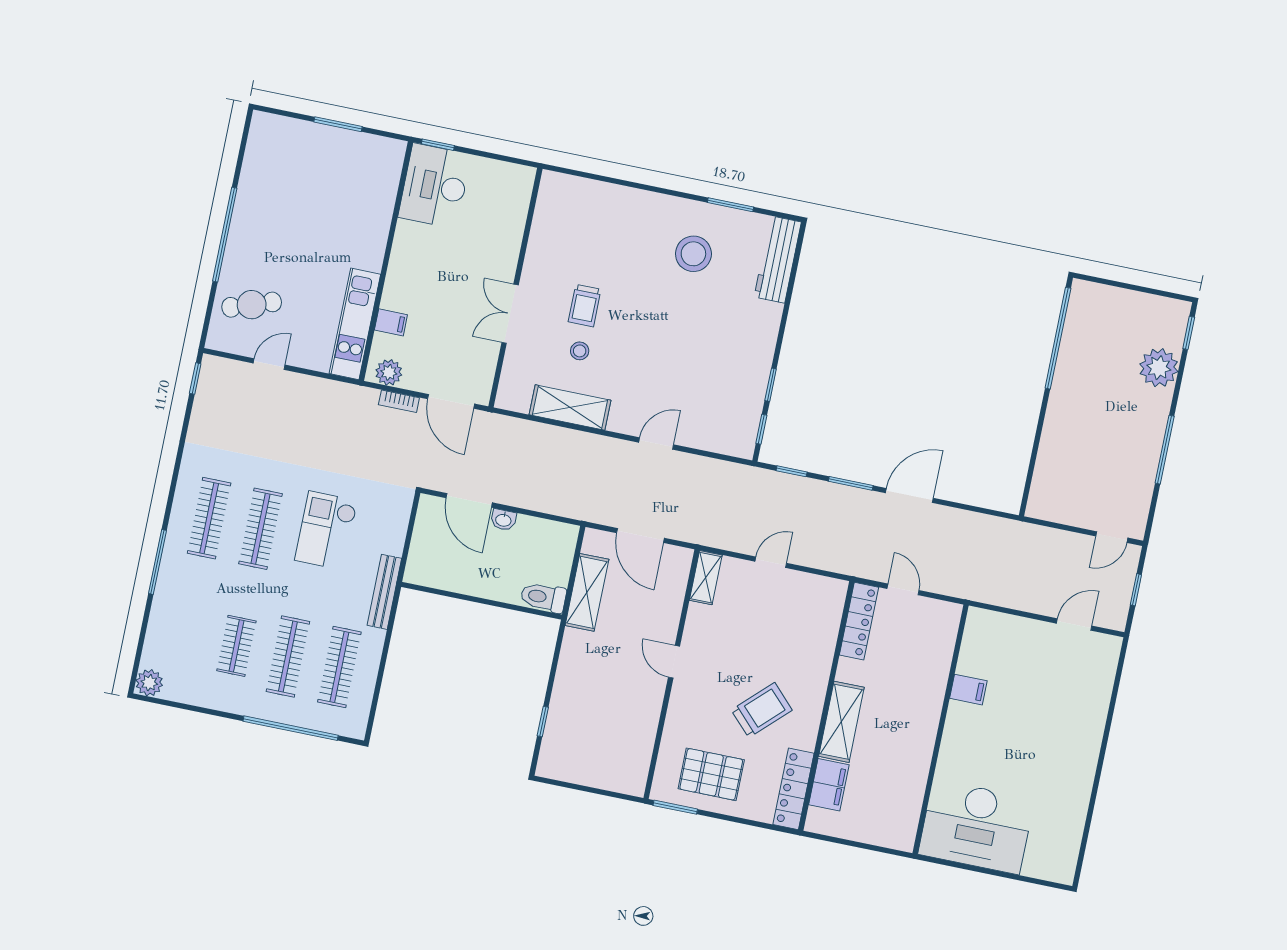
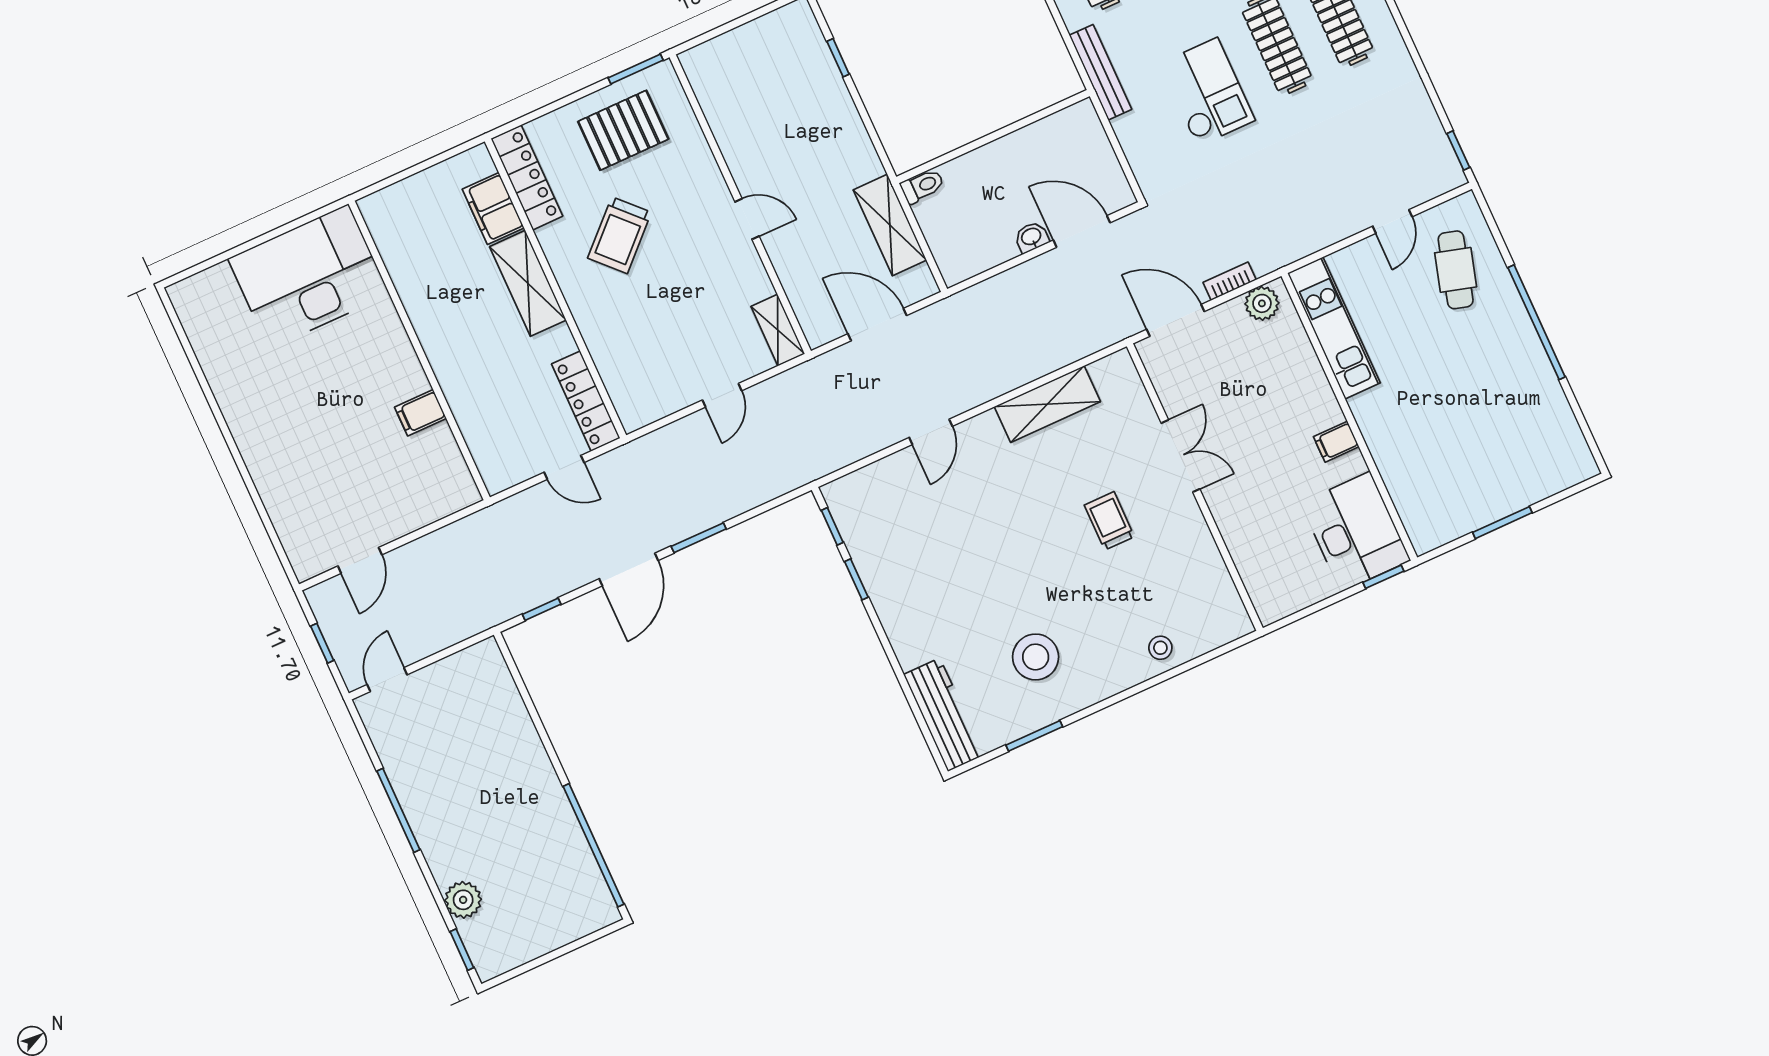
cafe table: (252, 305) -> (1456, 270), turned -55
filing cabinet: (391, 322) -> (1336, 442), moved
stool: (580, 351) -> (1160, 648), moved
plant: (1159, 368) -> (463, 900), width x0.73, depth x0.73
window: (792, 471) -> (542, 609), moved
toilet: (543, 597) -> (922, 186), width x0.73, depth x0.72

